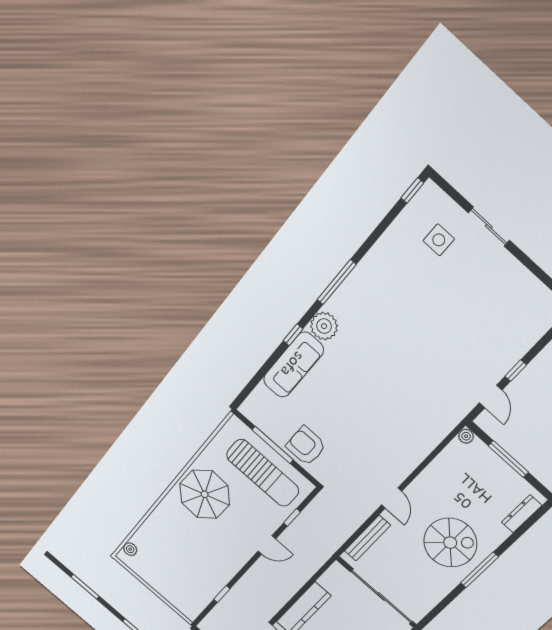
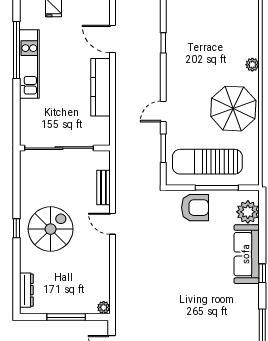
plant: (324, 326) -> (248, 212), moved
window: (292, 517) -> (163, 148), width x1.50
bench: (367, 538) -> (103, 187), width x0.73
spiral stairs: (450, 543) -> (51, 229), turned 180
plant: (130, 549) -> (252, 65), moved
window: (479, 570) -> (16, 228), width x0.46

